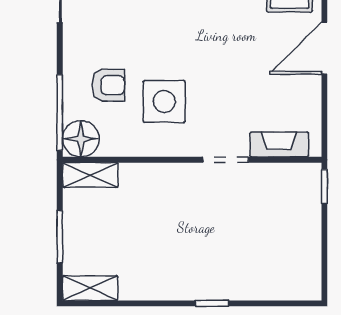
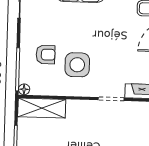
floor lamp: (81, 139) -> (24, 89), width x0.53, depth x0.53
shelving: (90, 175) -> (42, 108), width x1.50, depth x1.33

